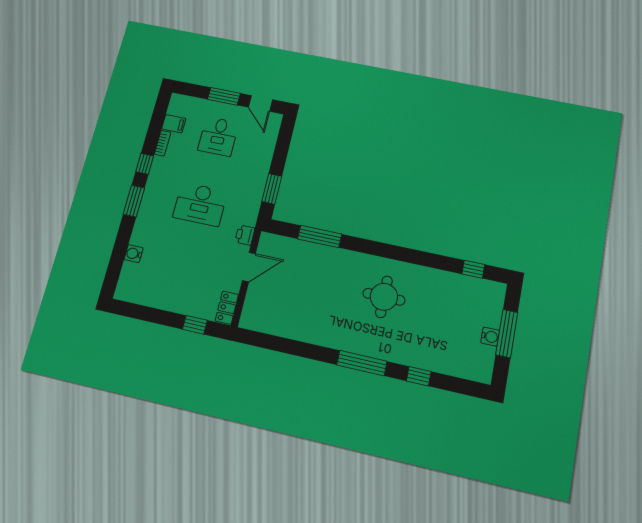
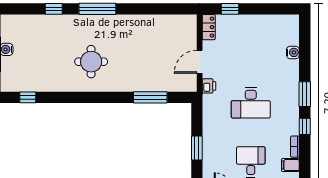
window: (272, 189) -> (197, 148), moved
desk: (200, 204) -> (251, 103), turned 180

